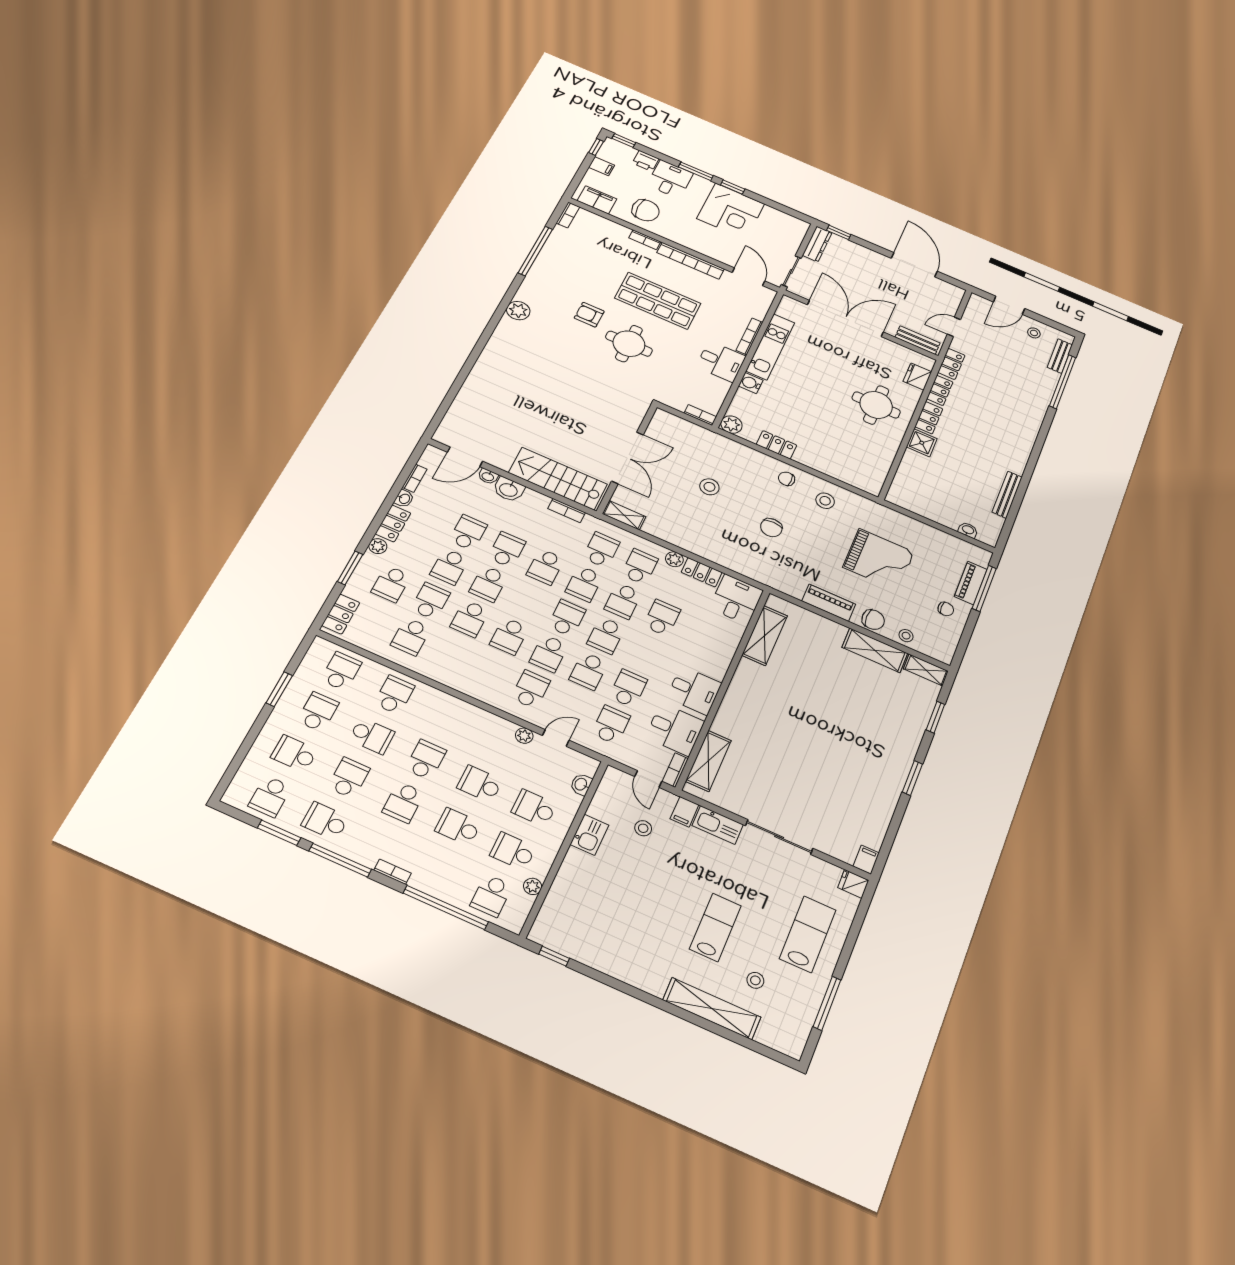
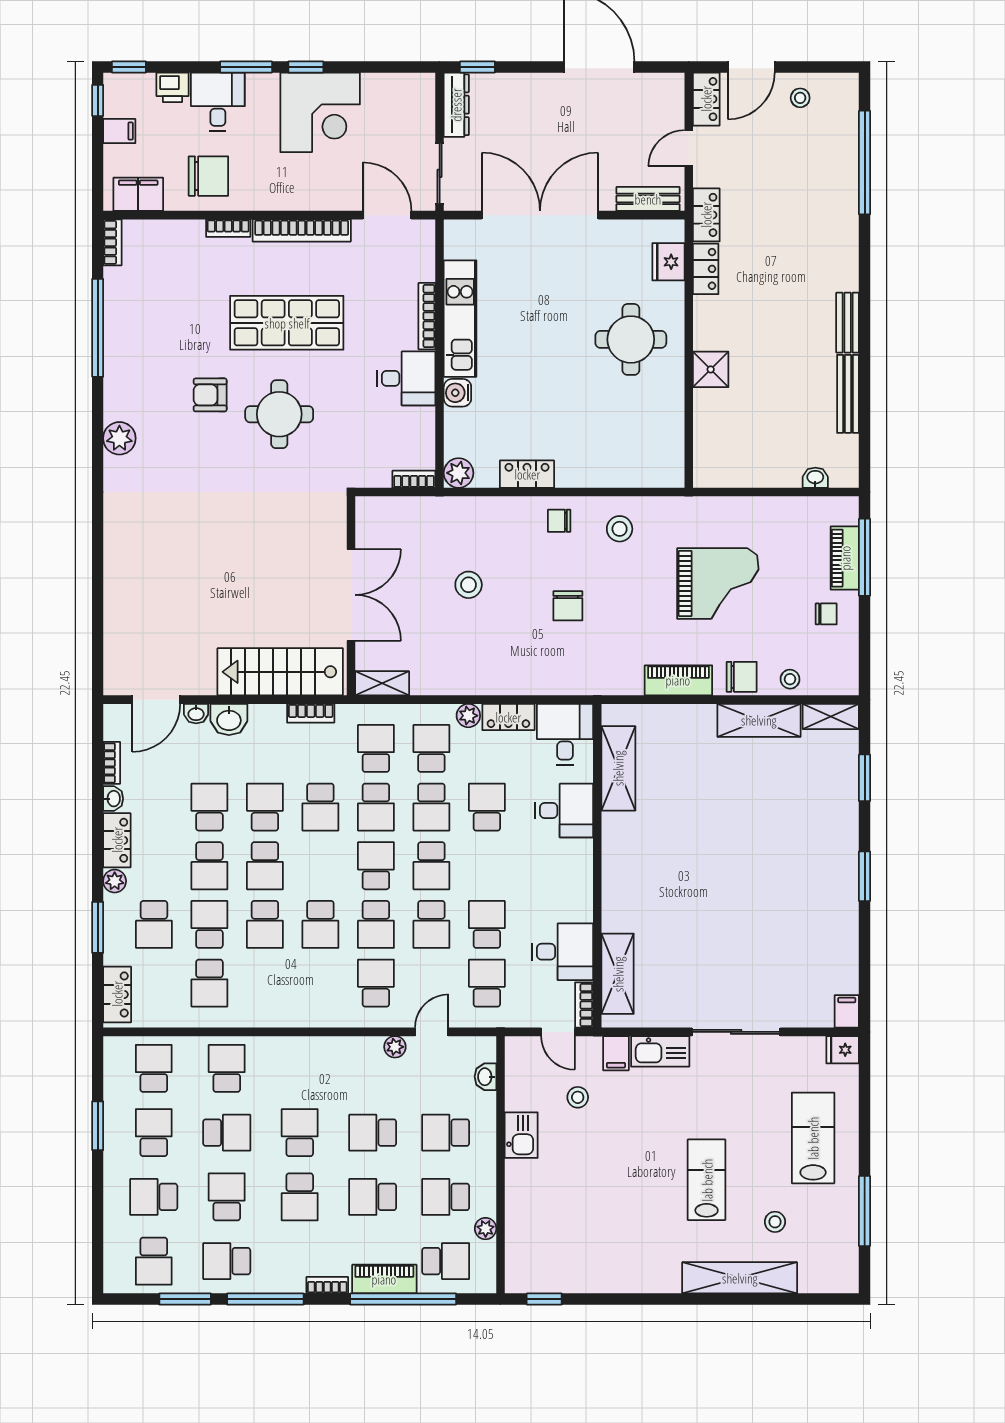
bench: (1060, 356) -> (848, 323), moved
locker: (929, 418) -> (706, 99), moved
desk: (694, 690) -> (564, 811), moved
piano: (438, 887) -> (384, 1279), added
school desk: (491, 896) -> (446, 1261), turned -90

